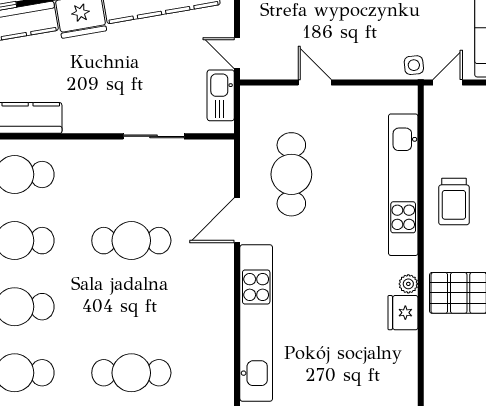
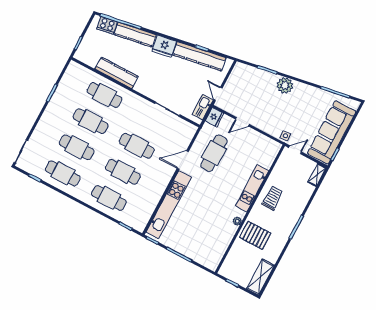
door: (315, 83) -> (243, 122), swing flipped
kitchen unit: (403, 185) -> (252, 188), width x0.73
trolley: (454, 202) -> (273, 198), turned 180
cafe table: (131, 307) -> (123, 172), added
fridge: (403, 313) -> (215, 117), moved, turned 180

